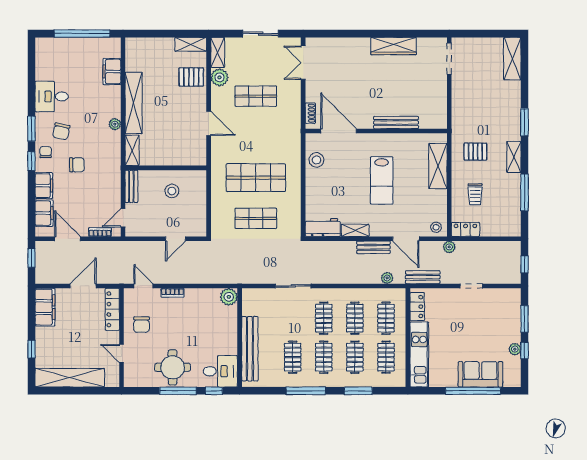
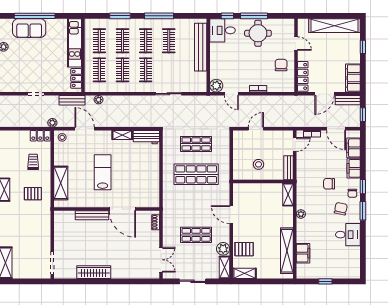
window: (82, 34) -> (325, 281), width x0.32
shelving: (134, 103) -> (287, 251), moved
door: (339, 131) -> (122, 209), moved
stool: (316, 160) -> (151, 187), removed
bench: (373, 247) -> (348, 100), moved
door: (143, 286) -> (231, 94), moved

